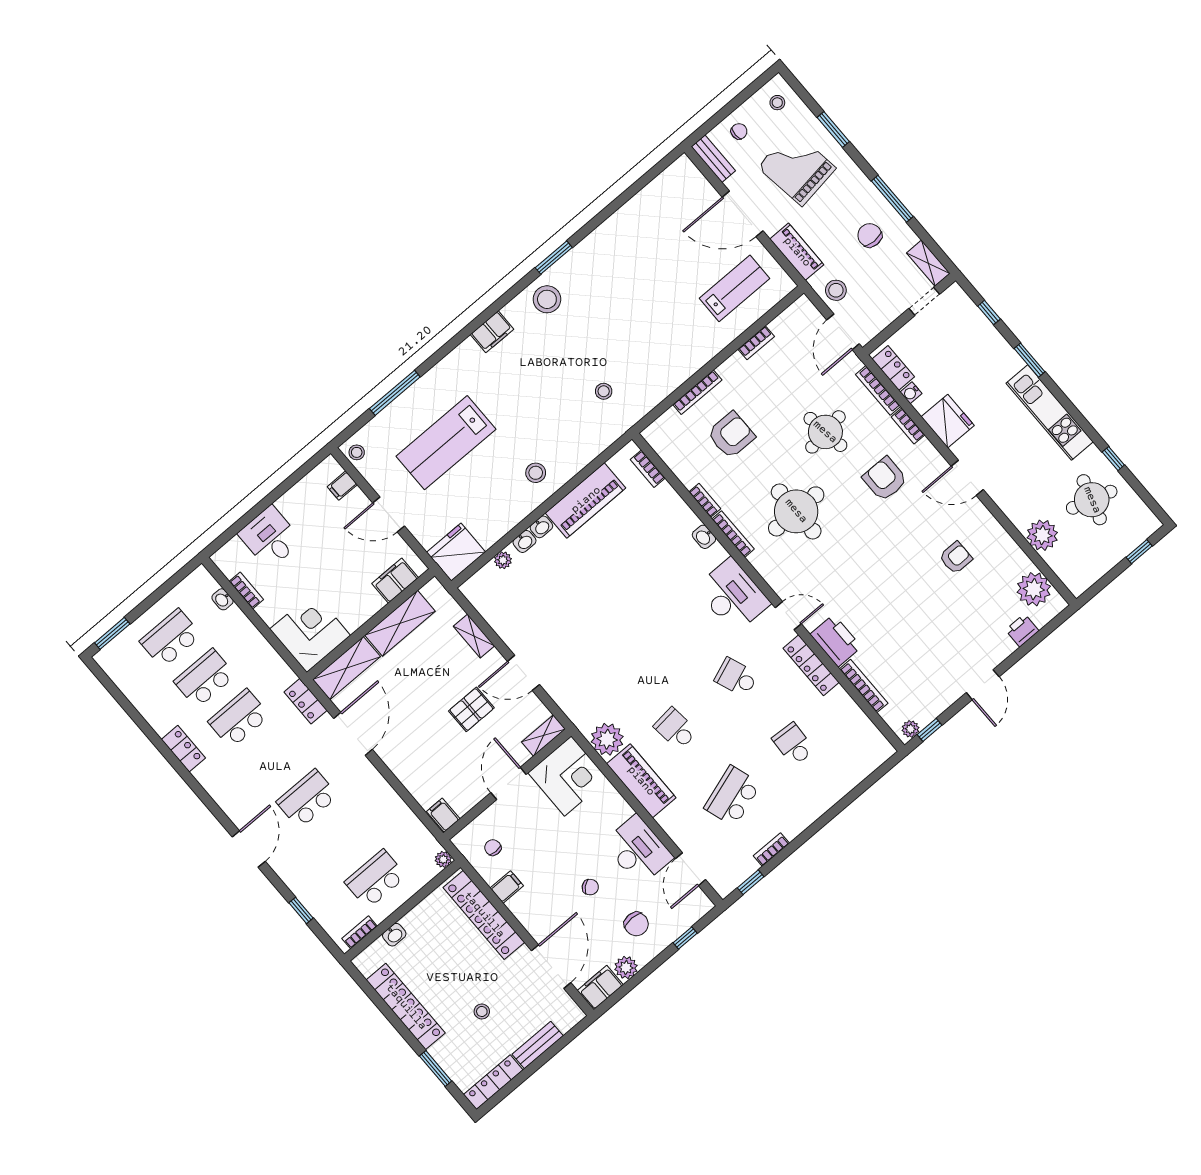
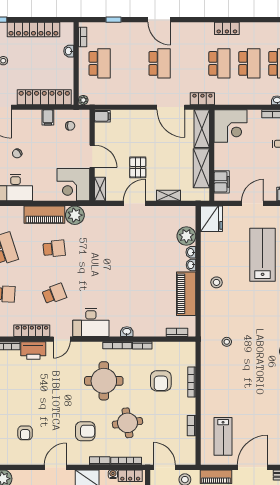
plant: (503, 560) -> (186, 236), width x1.87, depth x1.87

